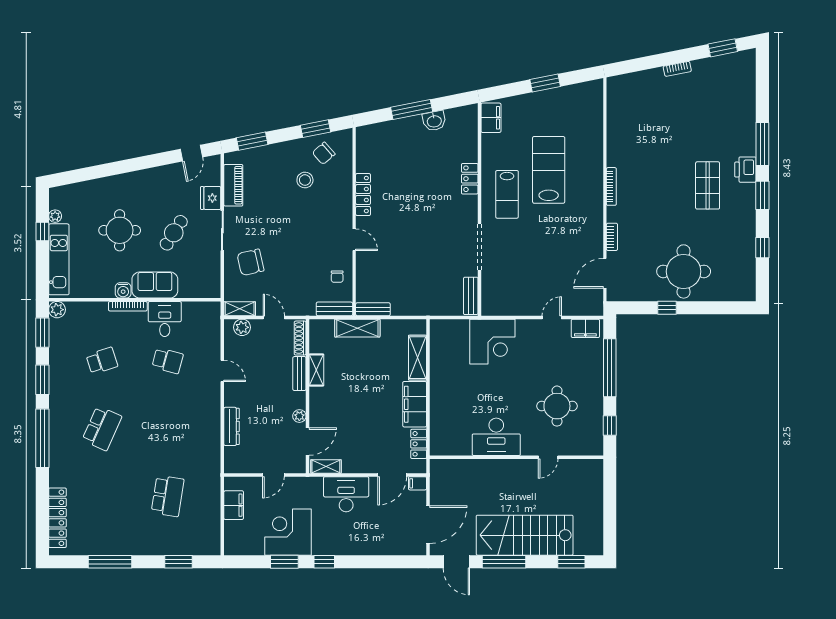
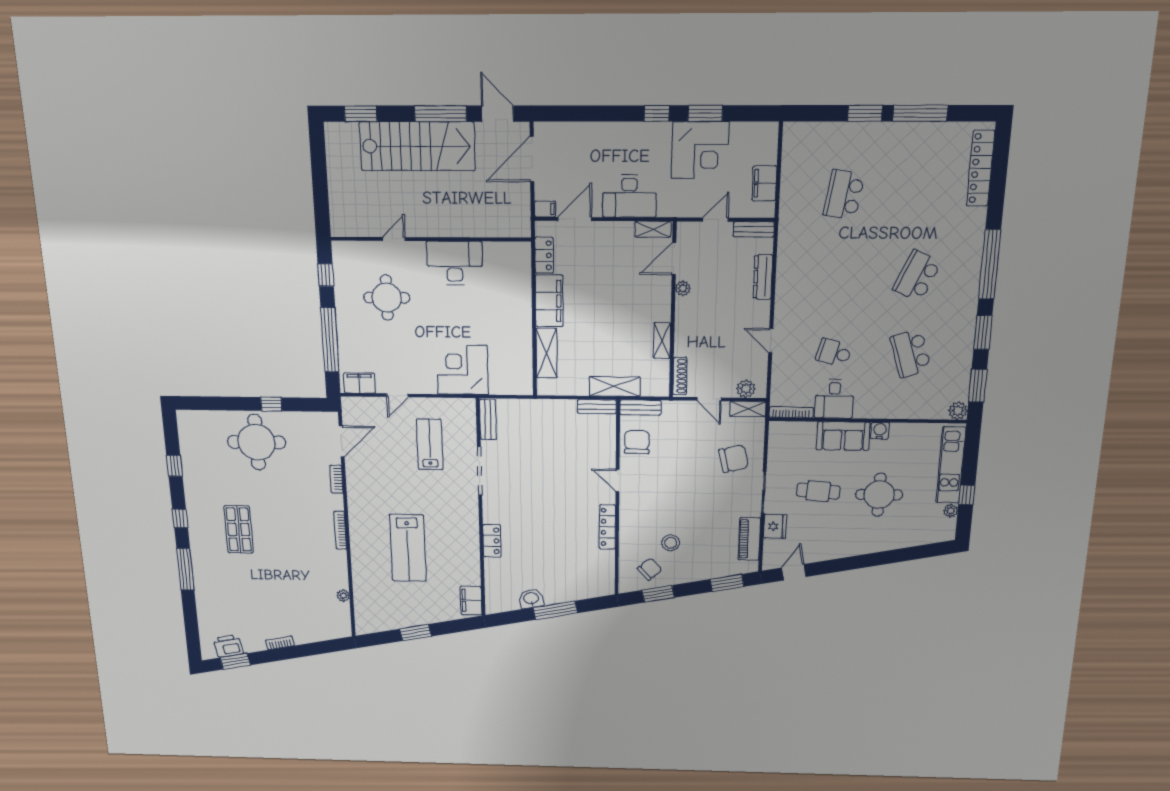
plant: (613, 120) -> (343, 596), added
printer: (745, 170) -> (228, 646), moved, turned -101
lab bench: (507, 194) -> (430, 444), moved
window: (762, 195) -> (180, 518), width x0.67
cafe table: (174, 233) -> (818, 491), turned 62
chair: (337, 277) -> (637, 442), width x1.87, depth x1.87
bookcase: (128, 306) -> (791, 412), moved
school desk: (102, 361) -> (911, 353), width x1.85
bench: (299, 374) -> (754, 229), moved, turned 90
window: (179, 562) -> (865, 113), moved

